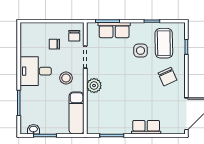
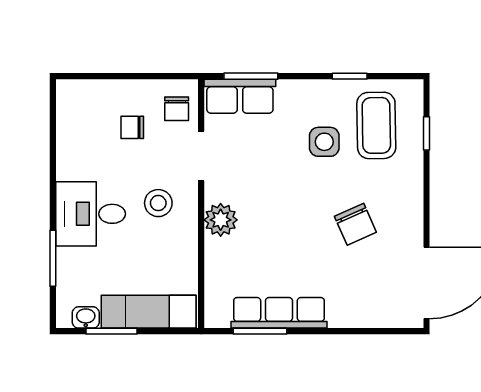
row of seats: (114, 30) -> (240, 96), moved
desk: (36, 71) -> (91, 214), moved
chair: (168, 77) -> (355, 224), moved
exam couch: (77, 113) -> (149, 312), moved, turned 90
row of seats: (146, 127) -> (279, 313), moved, width x1.48

